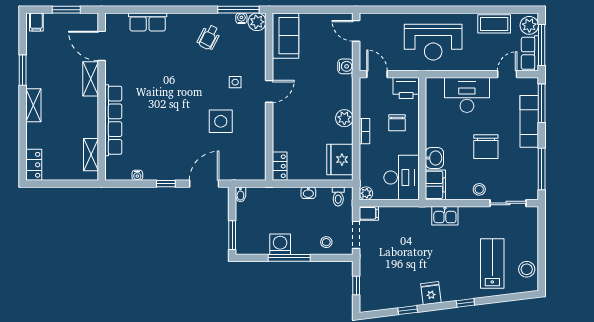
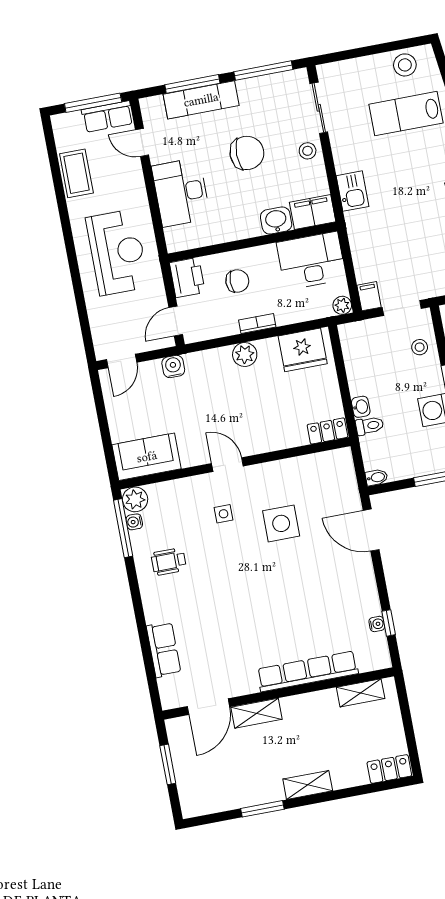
filing cabinet: (36, 22) -> (192, 802), removed
plant: (529, 25) -> (69, 125), removed
wheelchair: (209, 37) -> (169, 562), turned 153
window: (542, 103) -> (192, 84), moved
window: (166, 184) -> (389, 623), moved
washbasin: (308, 193) -> (361, 407), moved
toilet: (338, 197) -> (370, 426), moved

